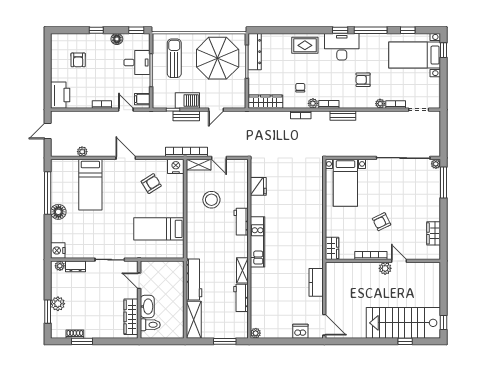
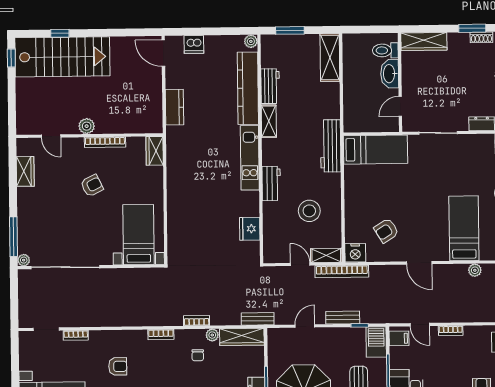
barbecue: (187, 101) -> (376, 342), moved, turned 90
plant: (313, 103) -> (212, 335), moved
plant: (380, 104) -> (95, 336), removed
bench: (343, 116) -> (258, 319), moved
bed: (159, 229) -> (376, 150), moved
door: (399, 261) -> (51, 136), moved
workbench: (194, 280) -> (331, 146), moved
door: (139, 281) -> (400, 106), swing flipped
kitchen counter: (258, 296) -> (248, 88), added
wardrobe: (131, 317) -> (424, 42), moved, turned 90

